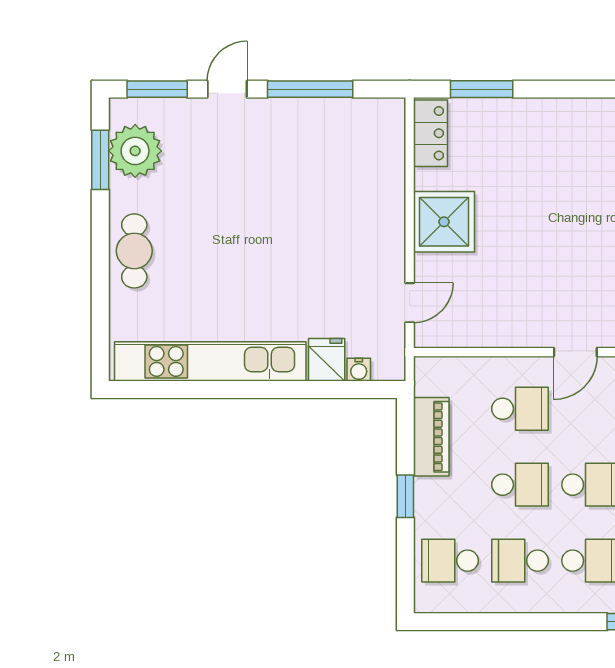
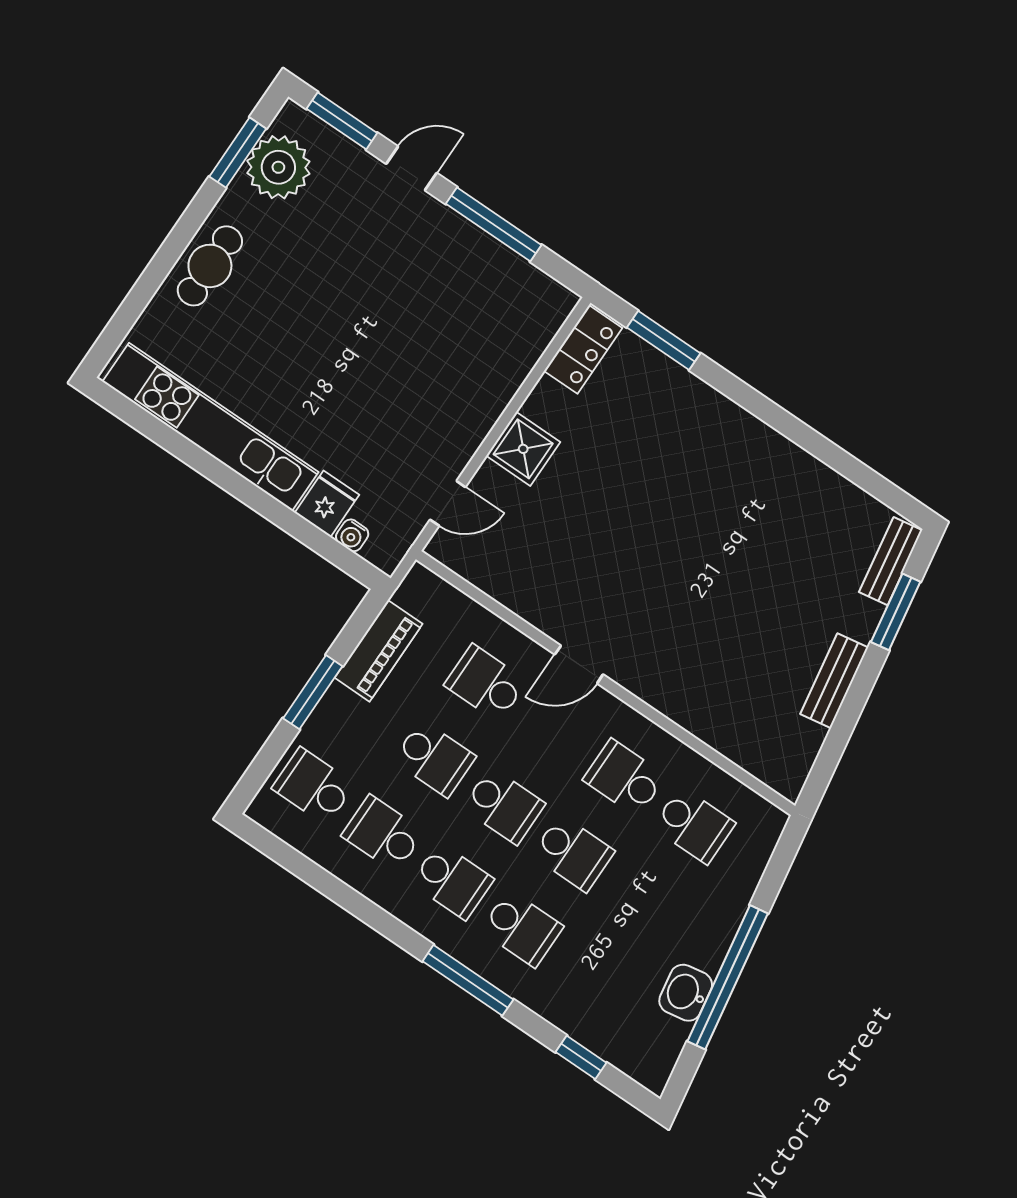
shower: (444, 222) -> (523, 449), width x0.73, depth x0.73
school desk: (520, 409) -> (486, 683), turned 180
window: (405, 496) -> (313, 692), width x1.50

